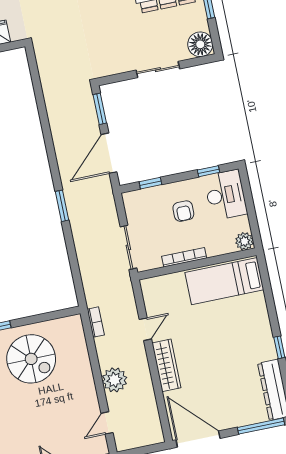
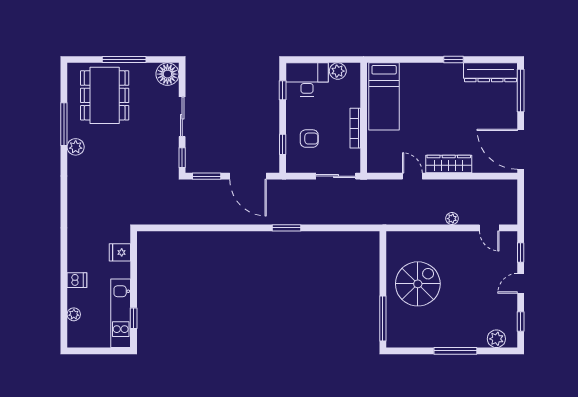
window: (114, 79) -> (182, 158), added
armchair: (183, 211) -> (309, 139), moved
plant: (244, 241) -> (338, 71), moved
bookcase: (96, 322) -> (397, 219), removed
plant: (114, 380) -> (452, 219), width x0.53, depth x0.53
door: (198, 439) -> (521, 149), hinge flipped

